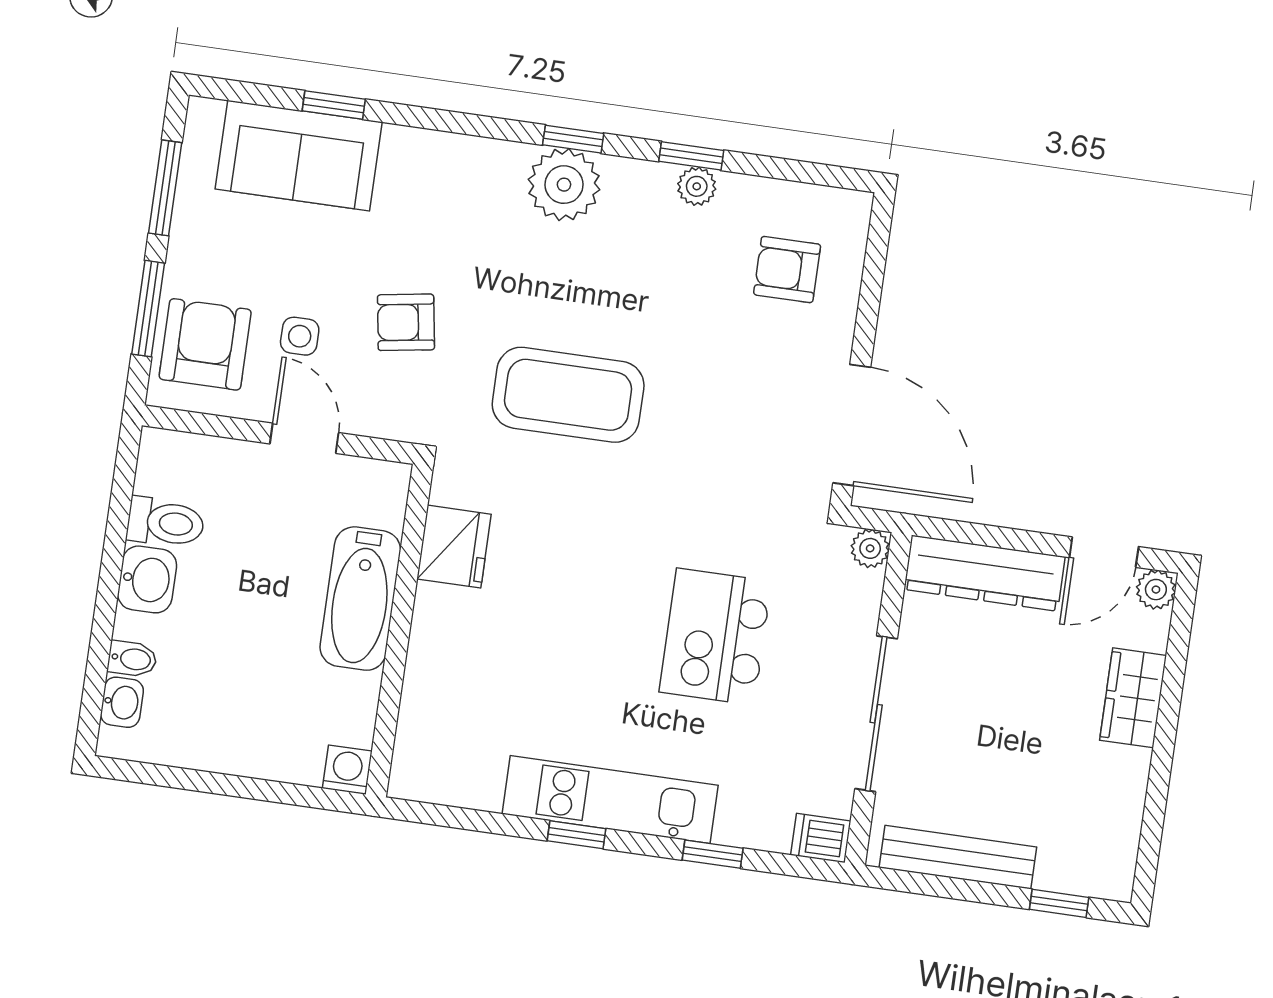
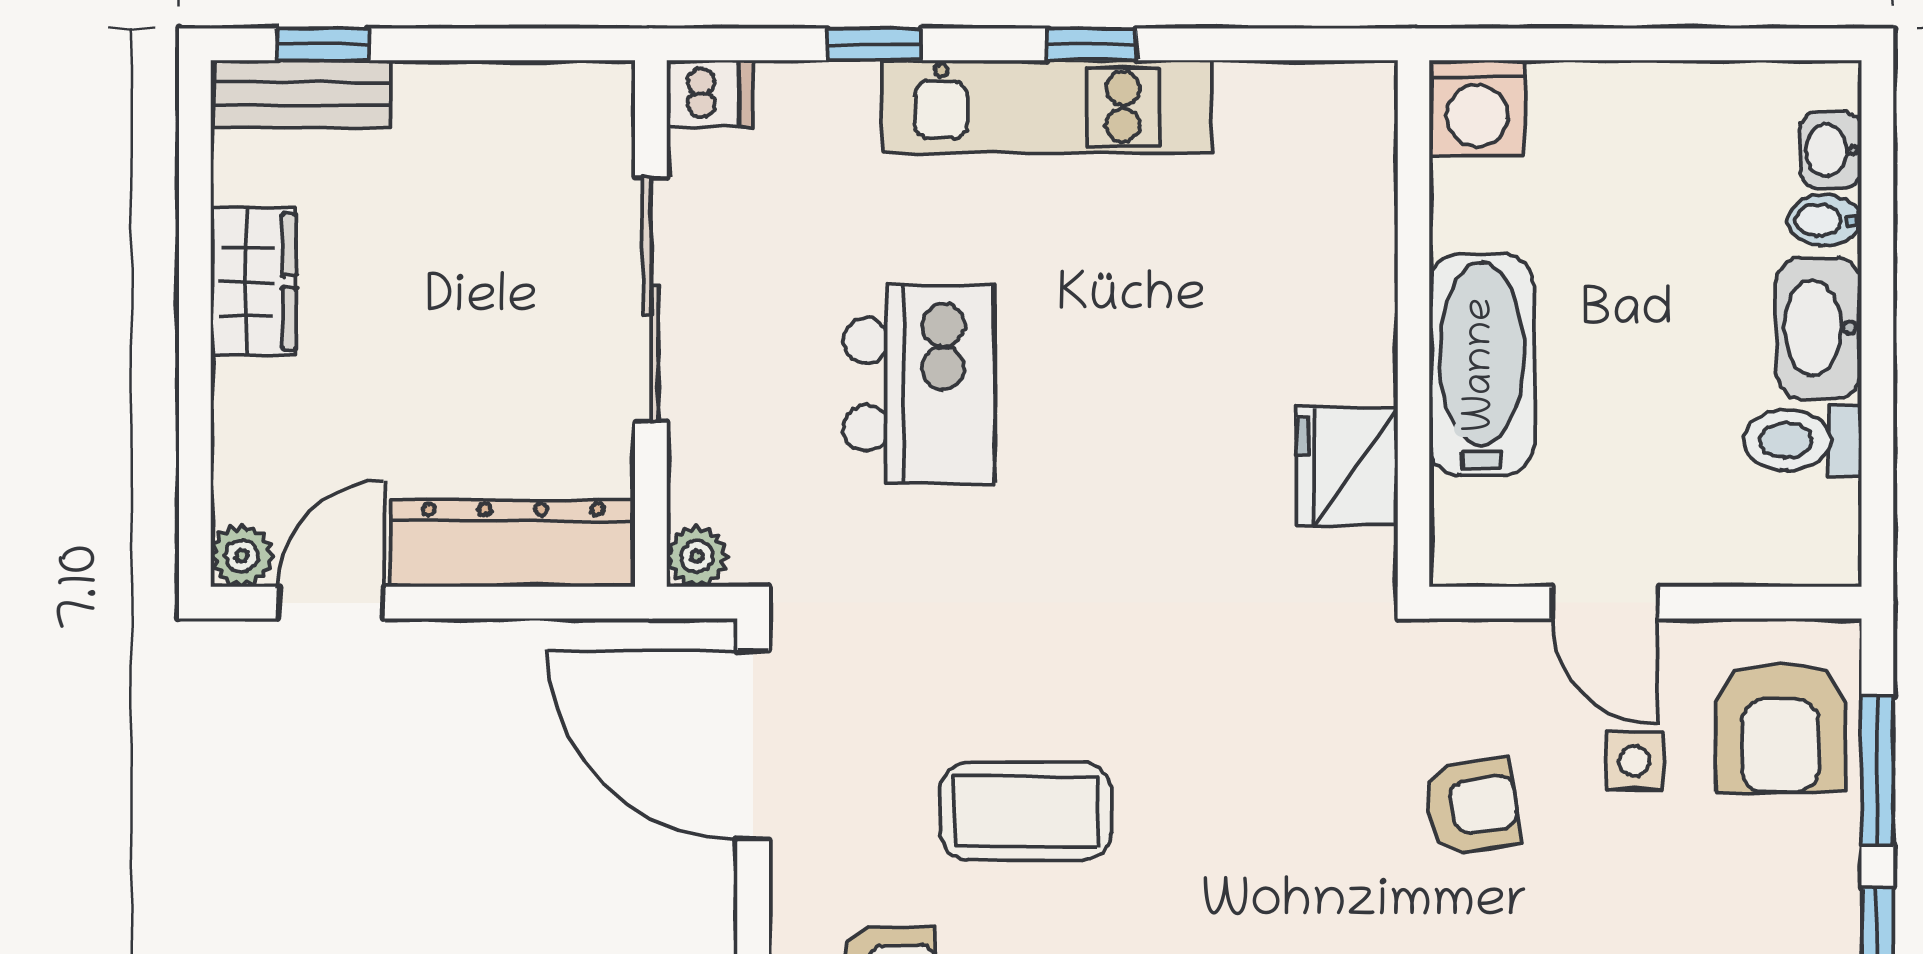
coffee table: (568, 395) -> (1026, 811), moved, width x0.73, depth x0.76
washbasin: (147, 579) -> (1819, 328), width x1.38
wardrobe: (1133, 698) -> (253, 282), moved
washing machine: (347, 770) -> (1477, 108), width x1.38, depth x1.38
bench: (958, 857) -> (302, 94), moved, width x0.73

